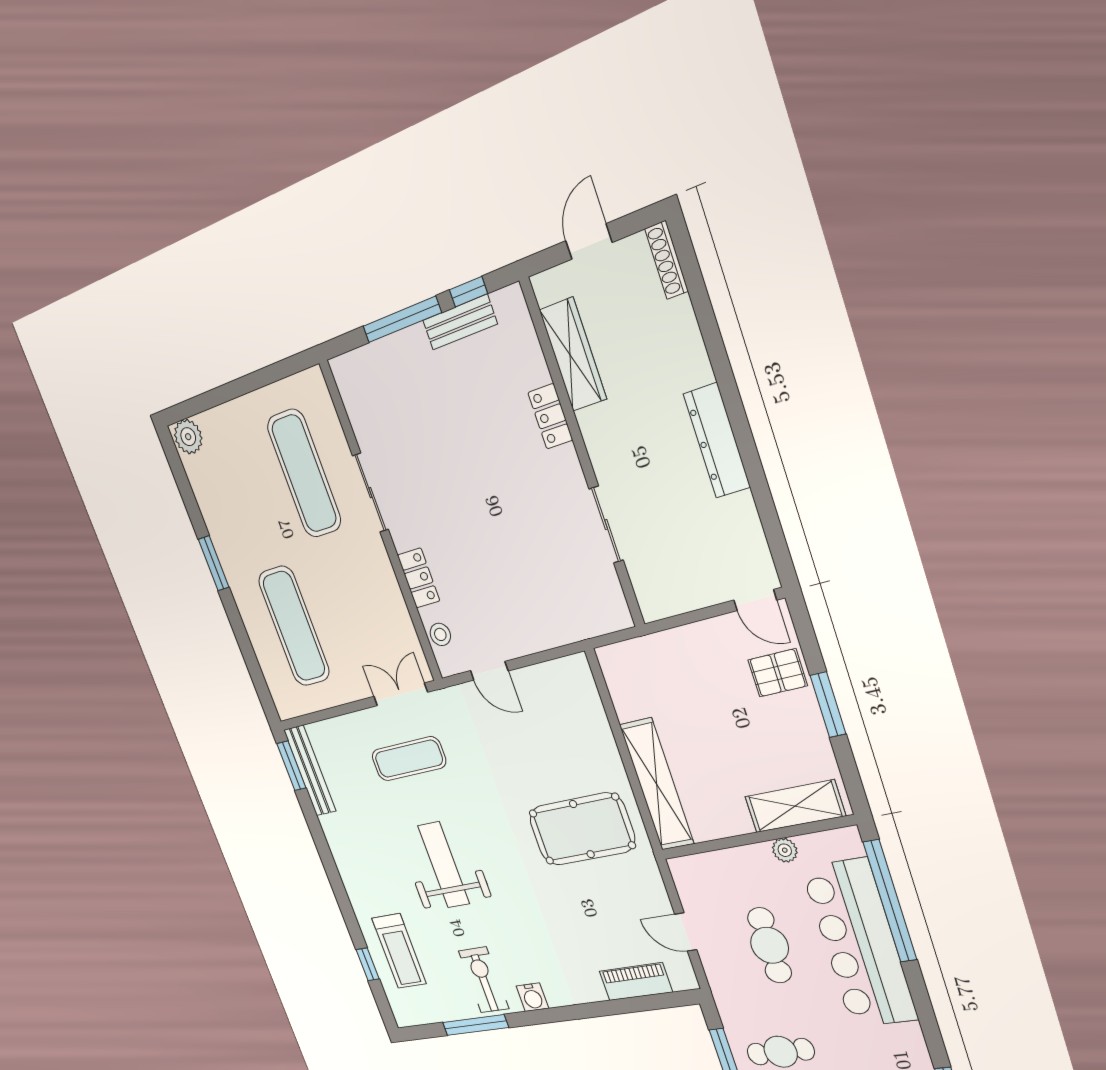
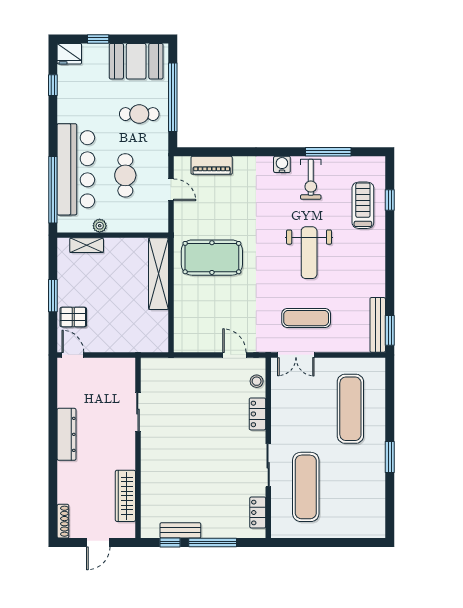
locker: (550, 416) -> (258, 512), moved, turned 180
plant: (188, 437) -> (374, 528), removed
shelving: (795, 806) -> (87, 245), width x0.67, depth x0.75

